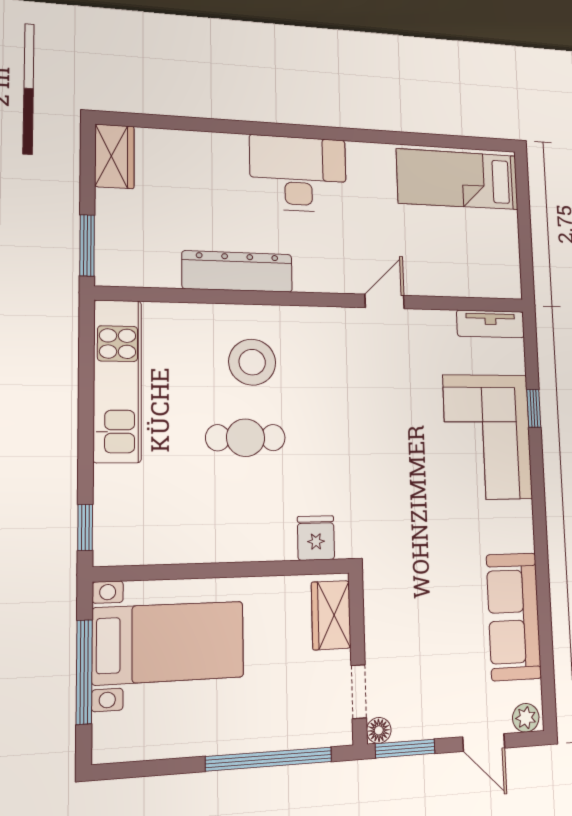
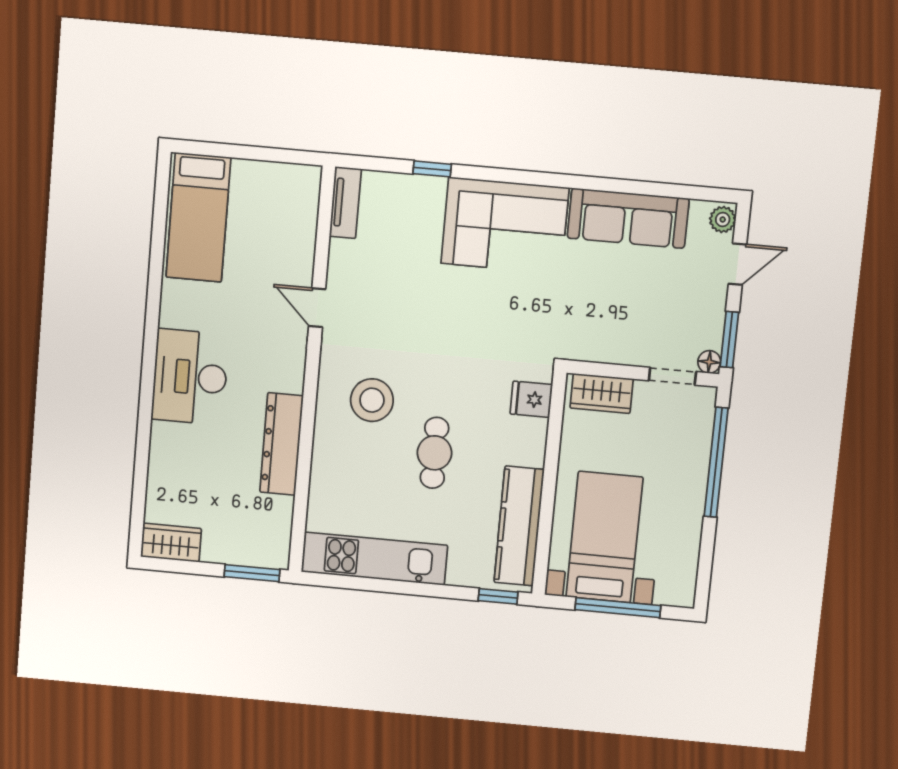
stool: (252, 362) -> (372, 400), moved
corner sofa: (488, 437) -> (505, 226), moved
kitchen counter: (172, 542) -> (519, 526), added

